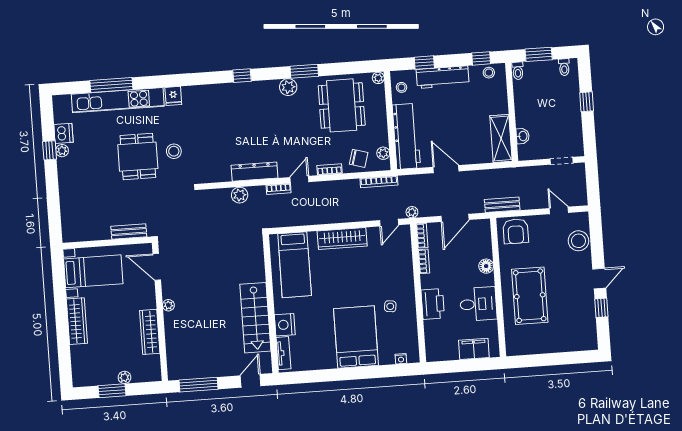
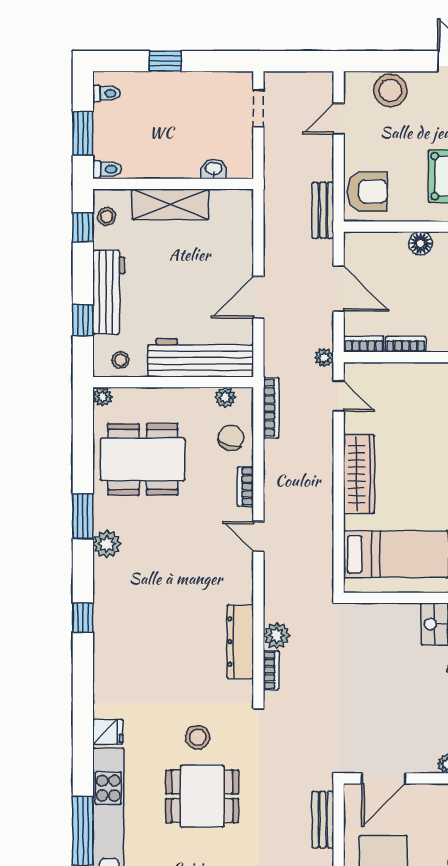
shelving: (501, 138) -> (170, 204), moved
dresser: (255, 172) -> (240, 642), moved
bookcase: (279, 189) -> (271, 670), moved

